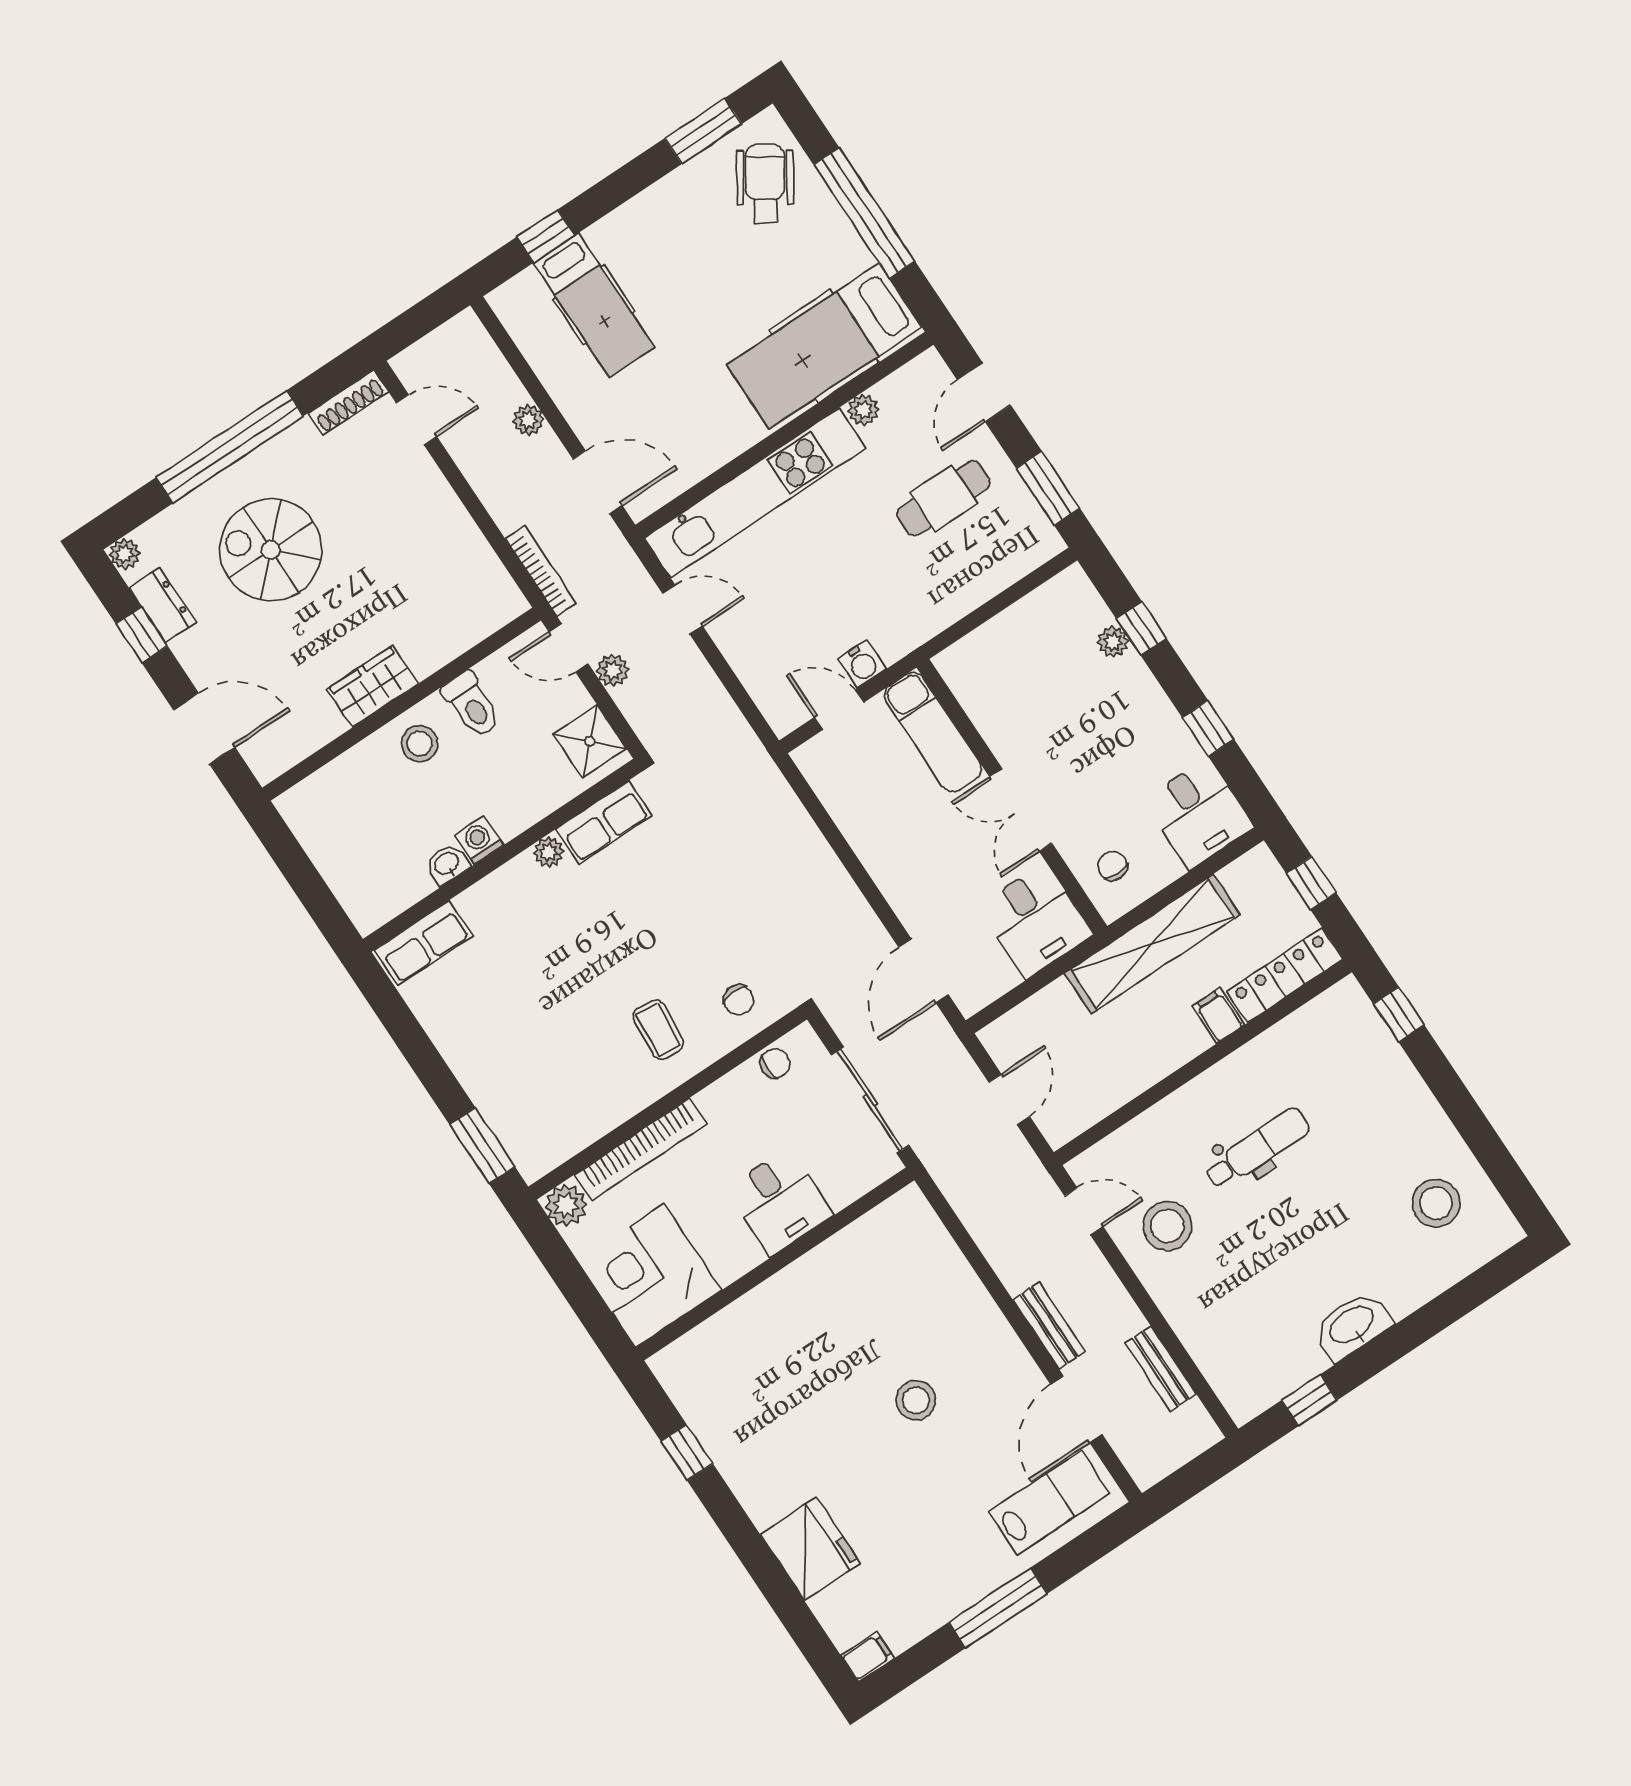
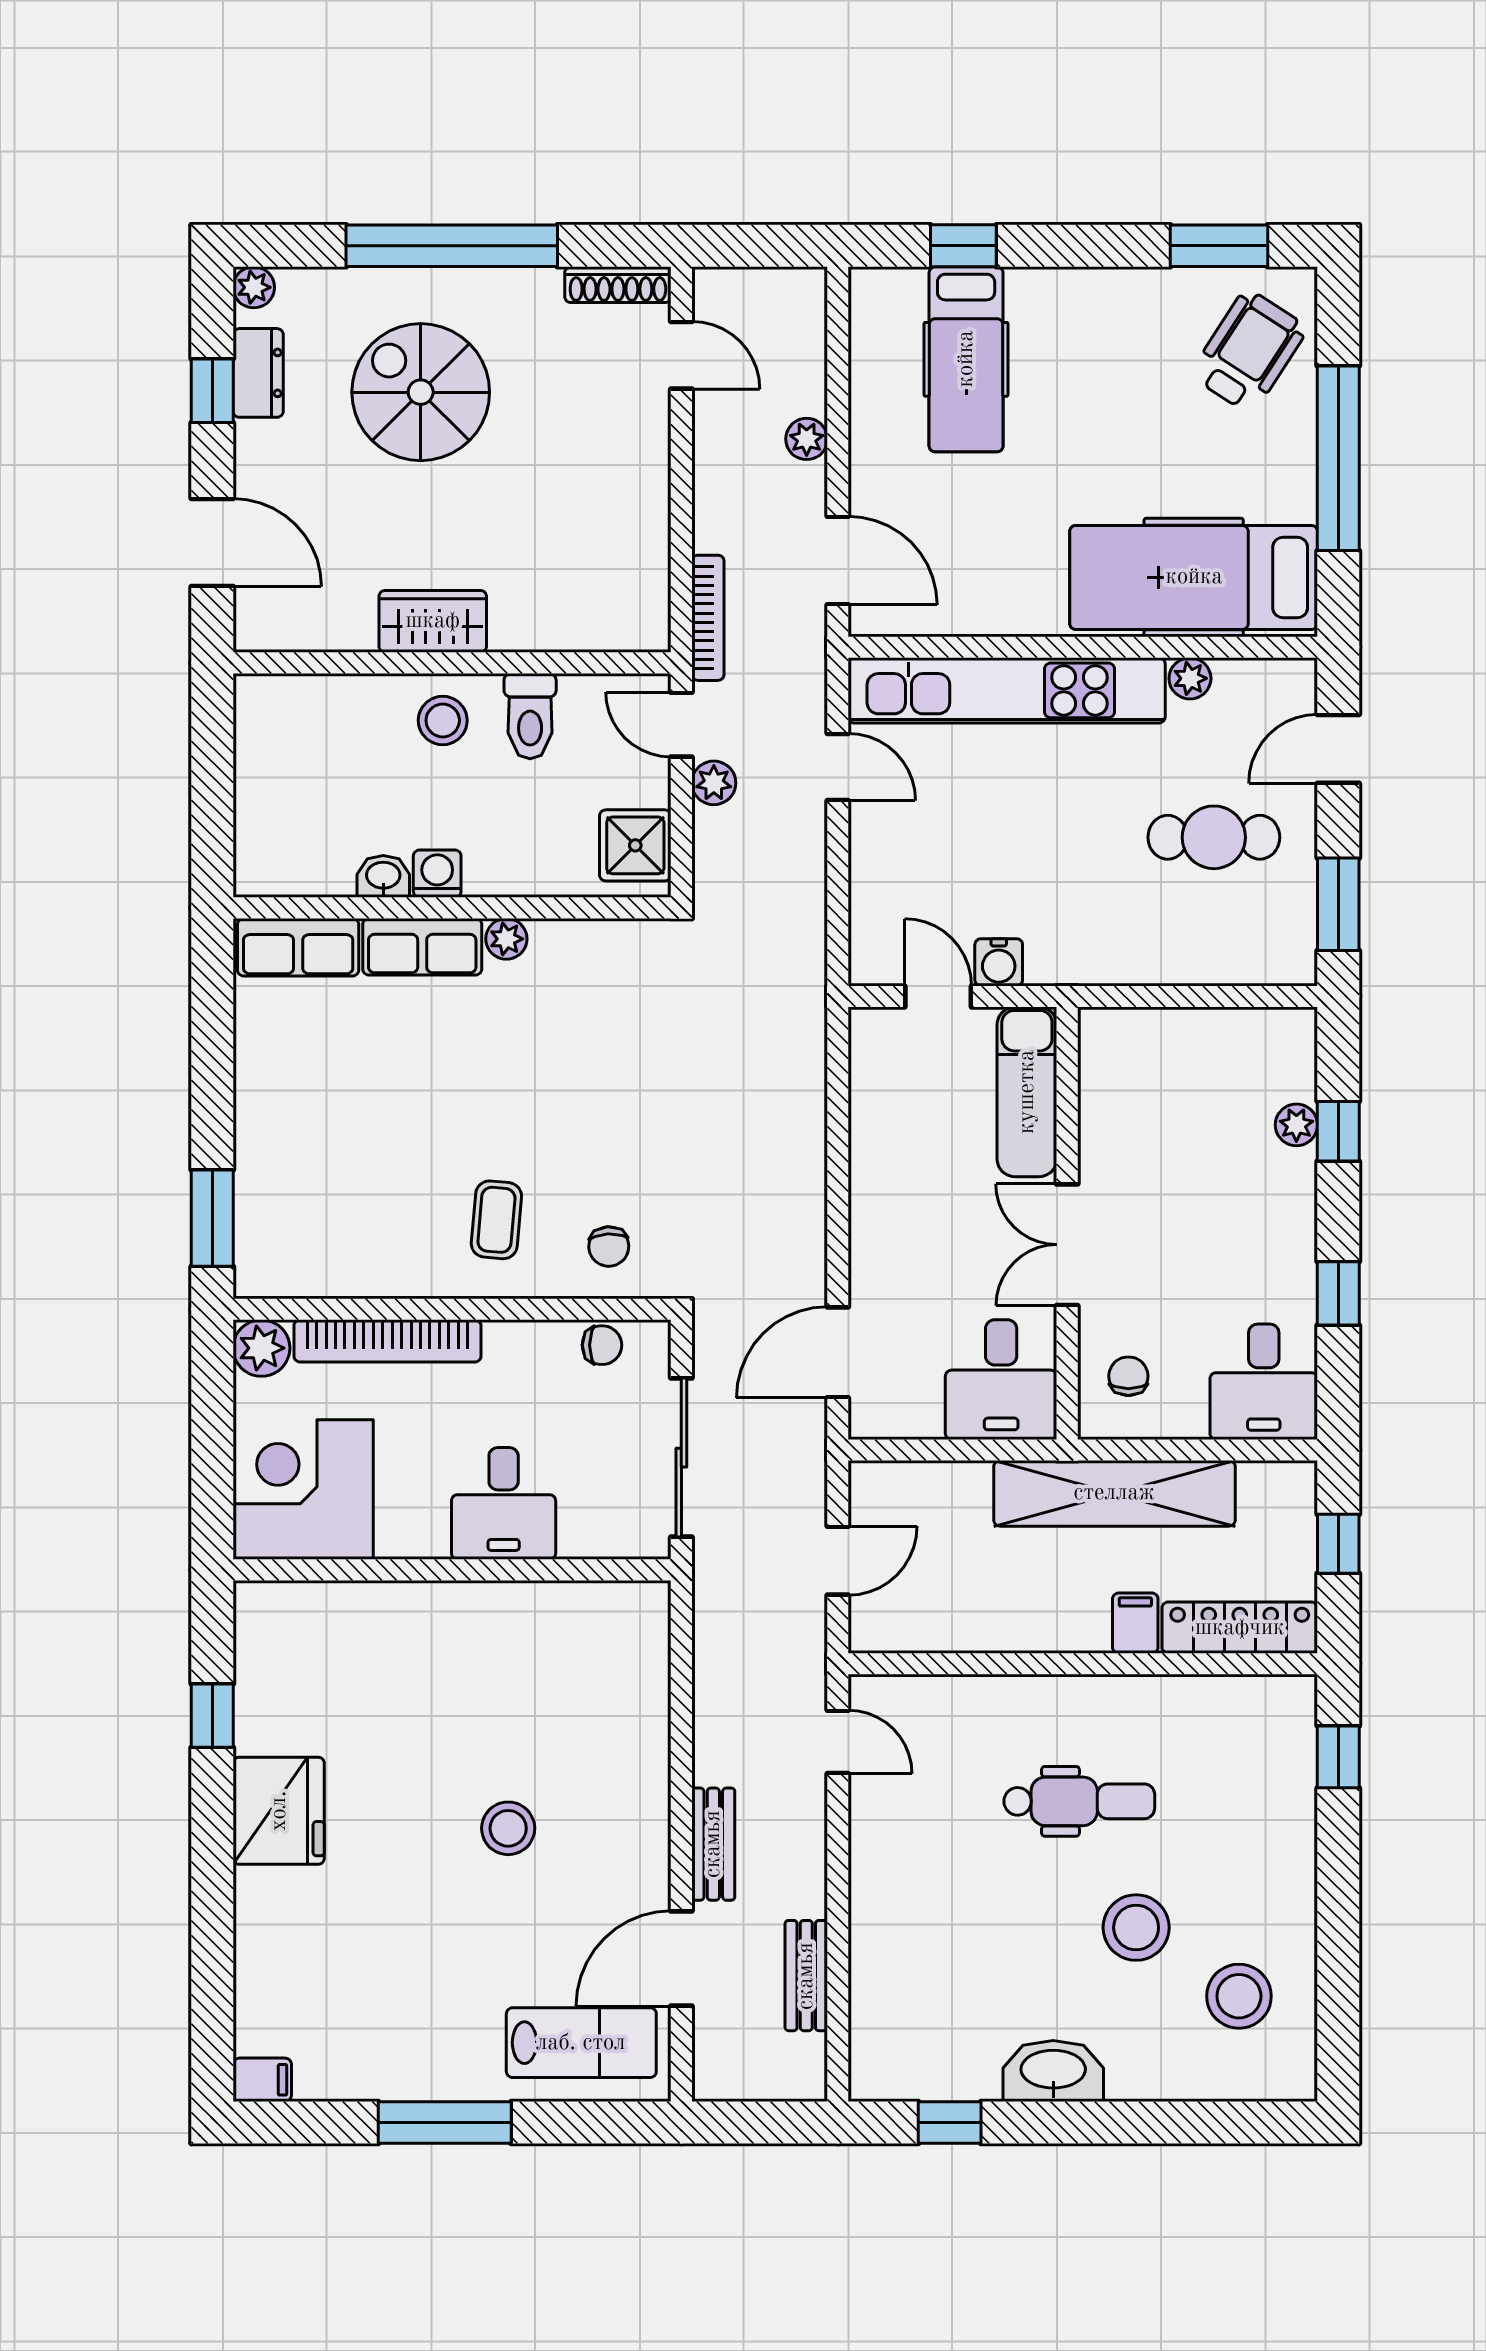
row of seats: (604, 822) -> (422, 947), moved
stool: (1167, 1226) -> (1136, 1928), moved
fridge: (810, 1549) -> (279, 1811), moved

